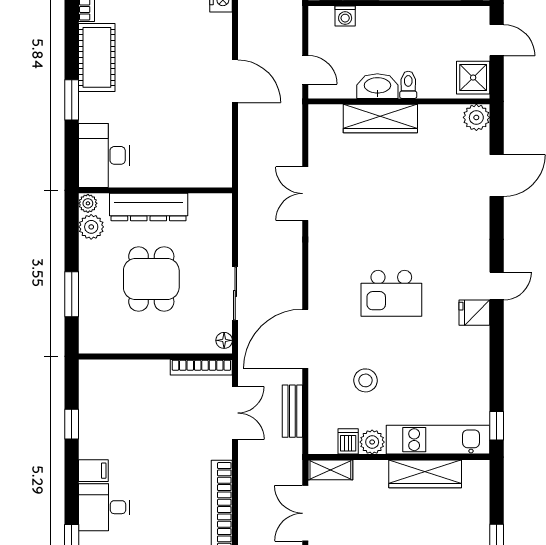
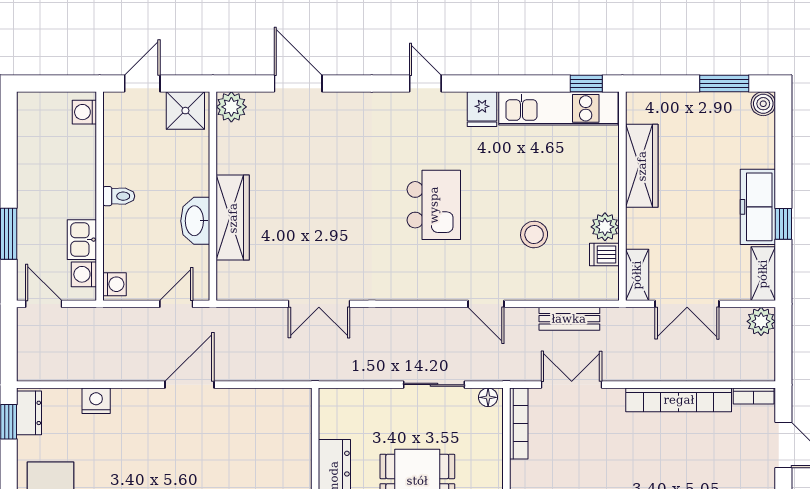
washing machine: (345, 16) -> (115, 284), moved
toilet: (408, 85) -> (119, 196), moved, turned 180
fridge: (474, 313) -> (482, 109), moved
door: (305, 339) -> (486, 304), width x0.53
kitchen unit: (438, 440) -> (558, 108), moved, turned -90

